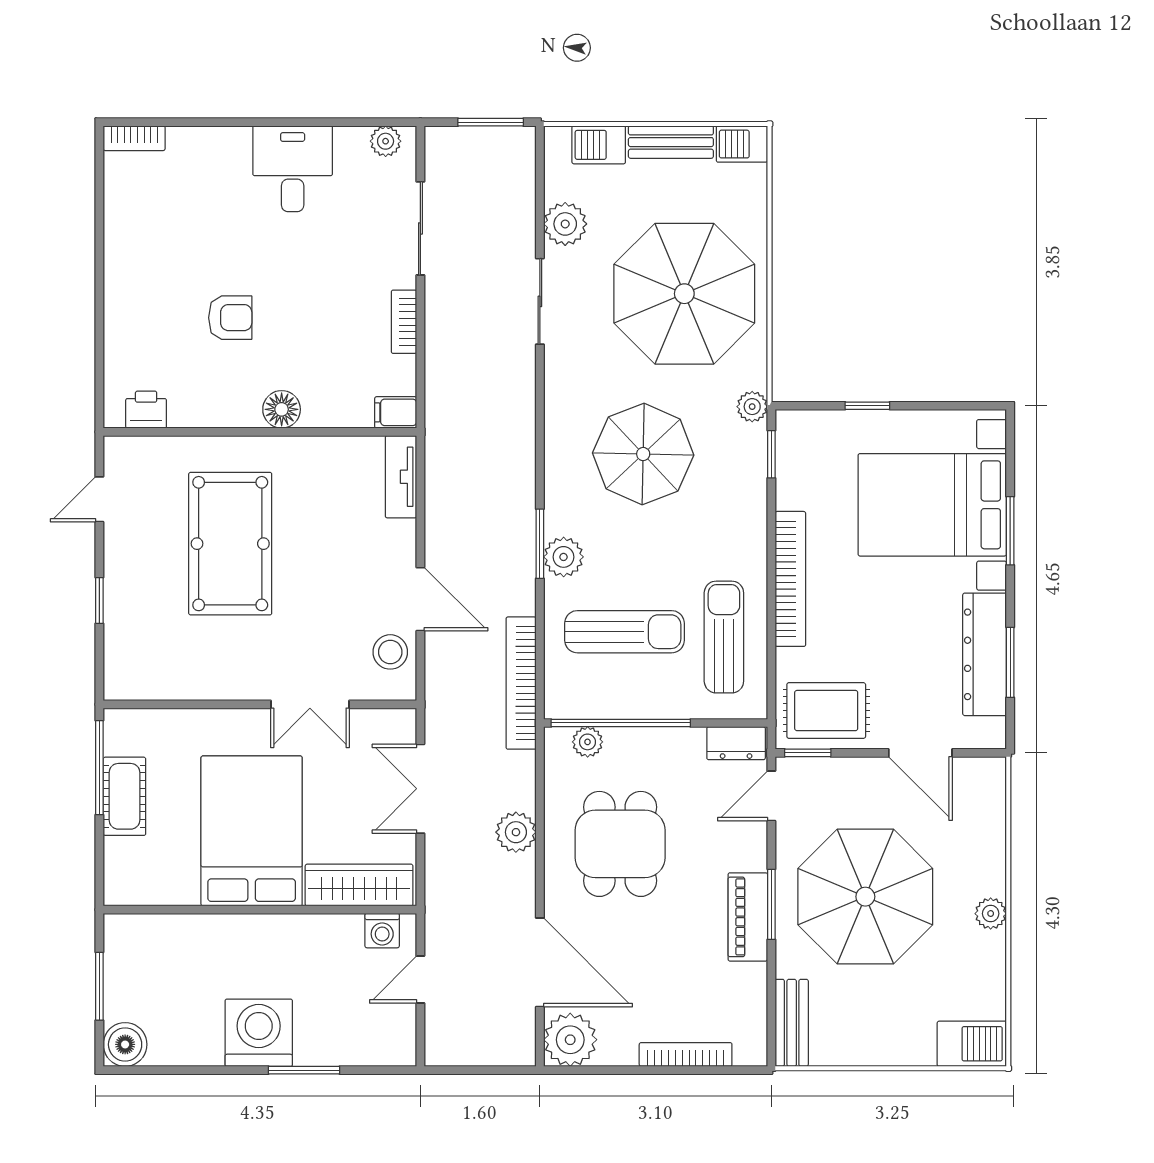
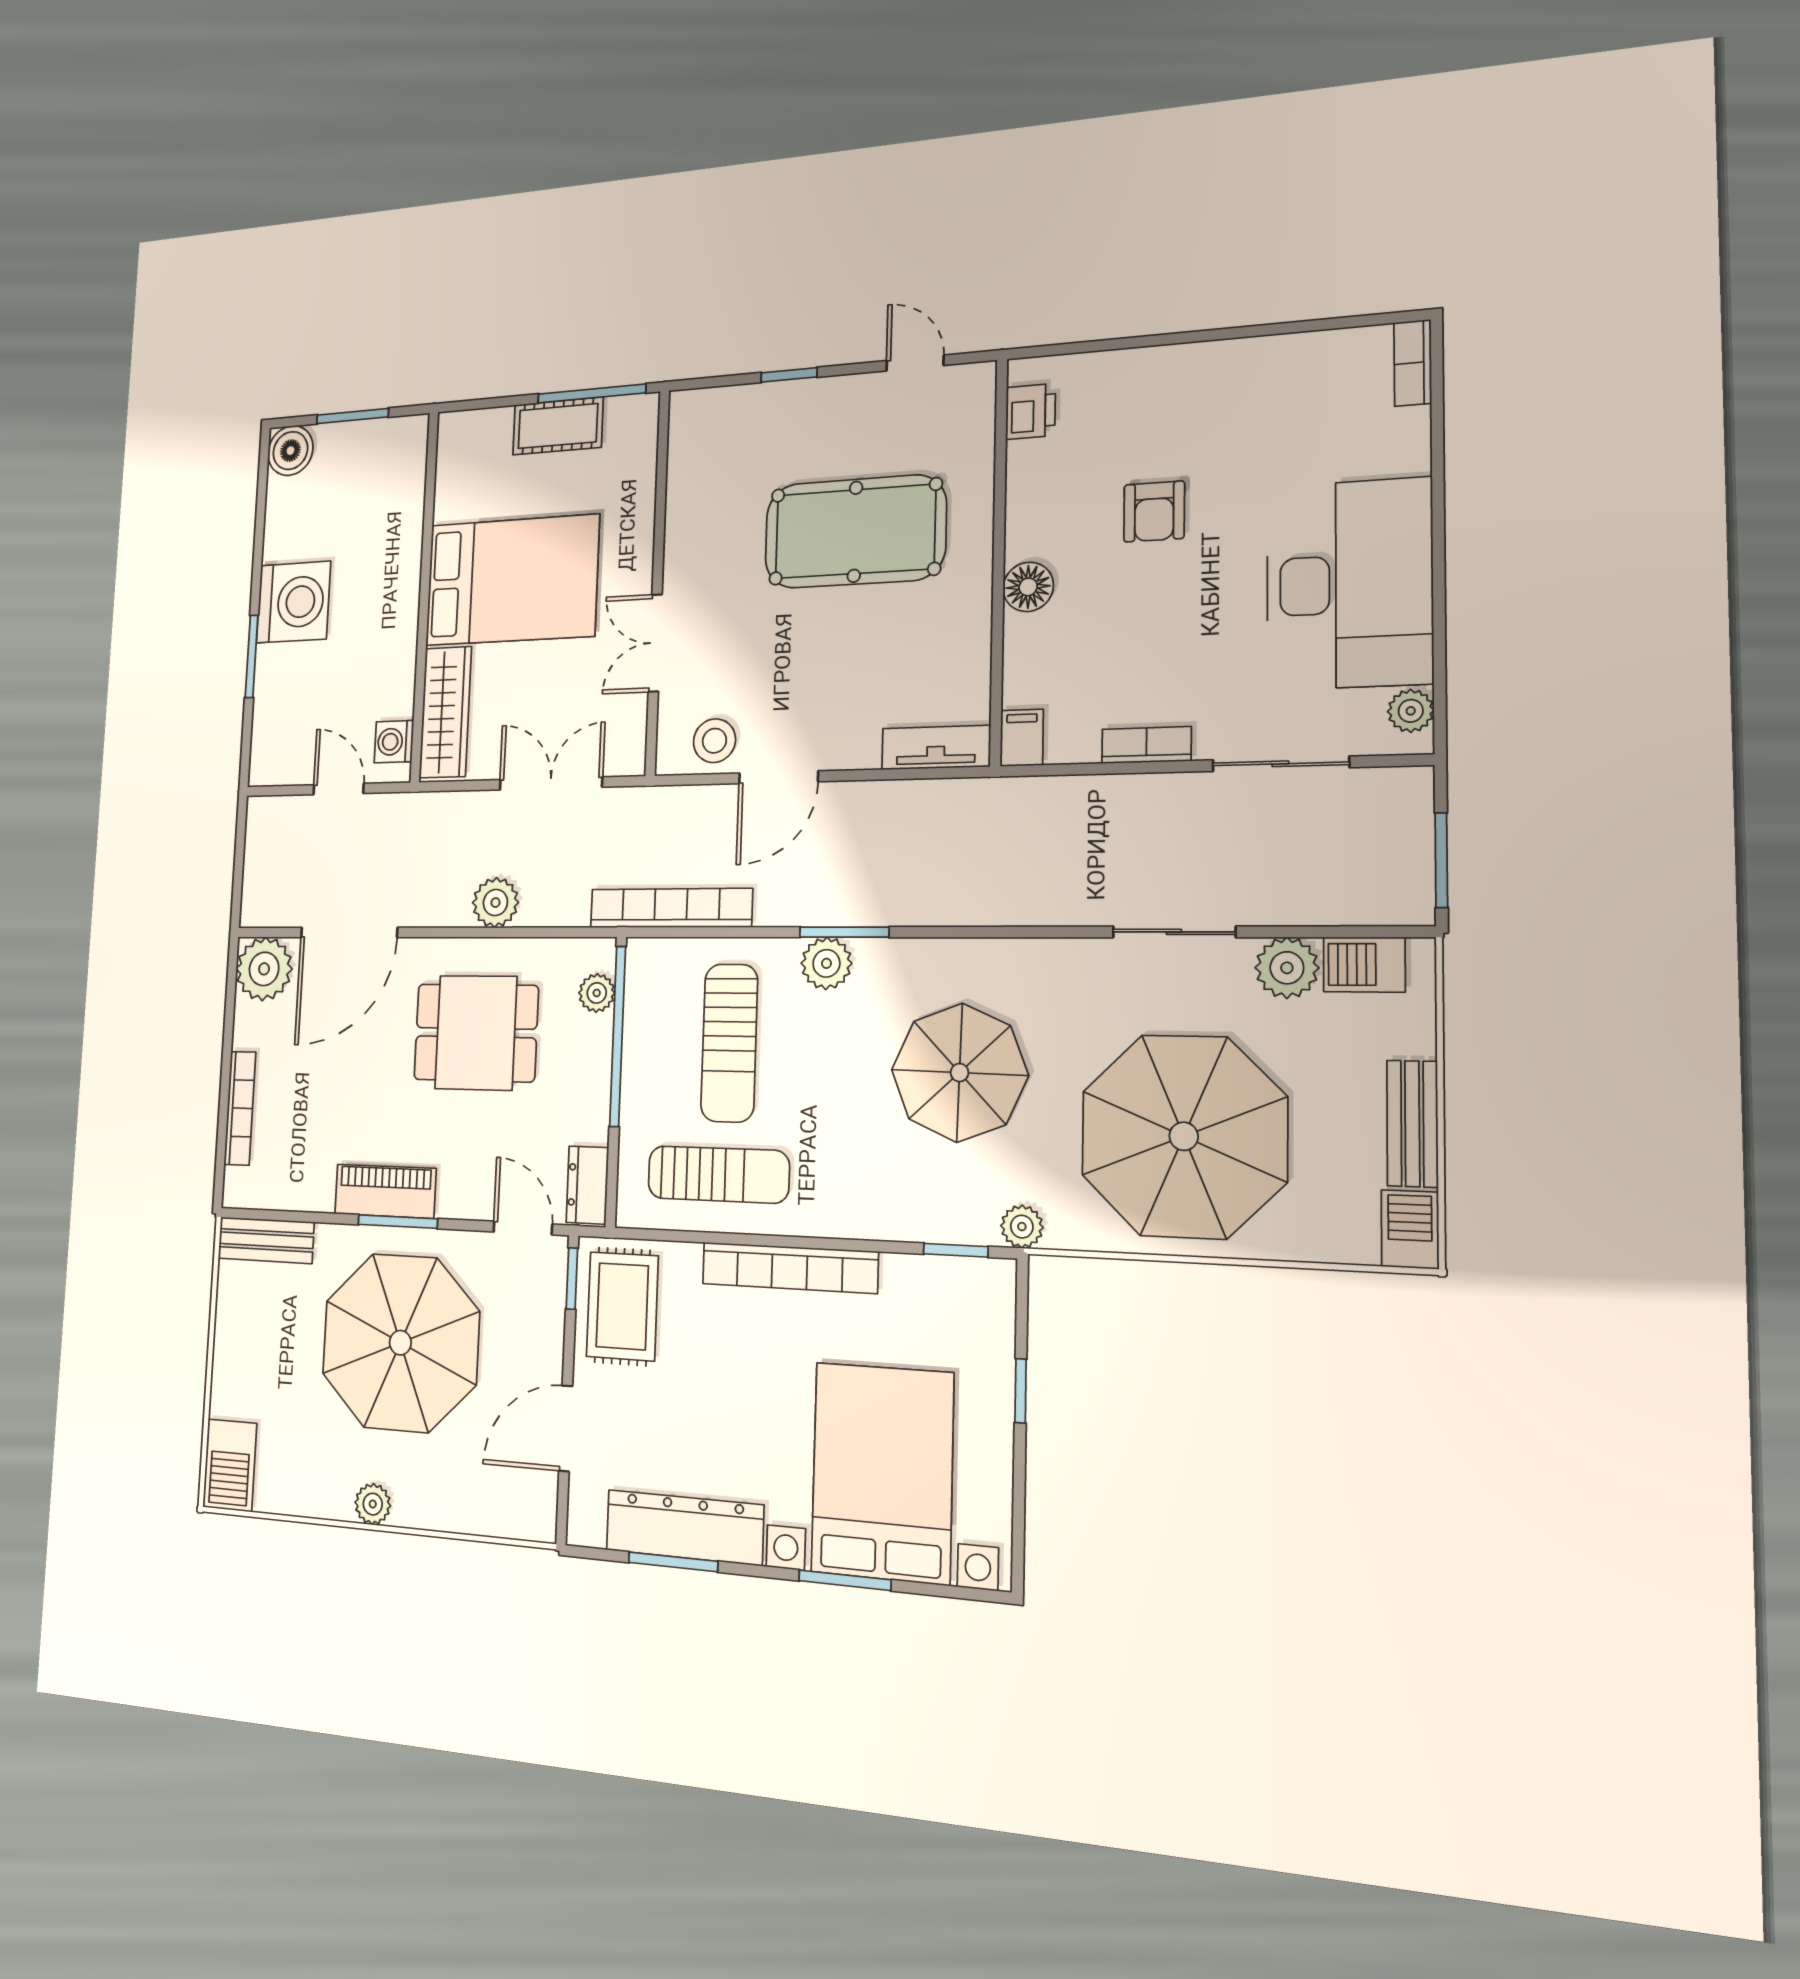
barbecue: (599, 145) -> (1364, 964), moved, turned -90
desk: (293, 169) -> (1349, 584), width x1.87, depth x1.30

